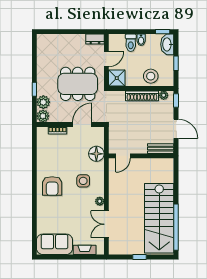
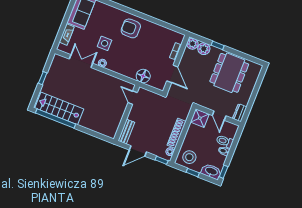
stool: (151, 76) -> (189, 157), moved
dining table: (78, 84) -> (229, 73), moved
side table: (83, 181) -> (105, 43), moved
stairs: (159, 218) -> (59, 108), width x0.73, depth x0.66

